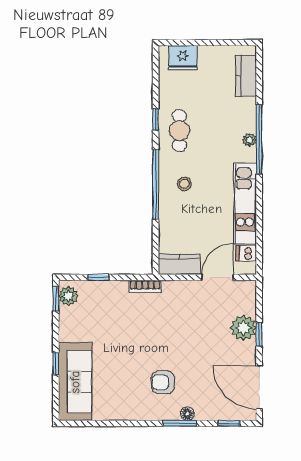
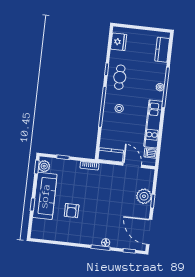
fridge: (183, 58) -> (119, 42), moved, turned -90
door: (218, 277) -> (132, 165), hinge flipped
sofa: (75, 382) -> (45, 196), moved
armchair: (163, 382) -> (72, 211), moved, turned -90

